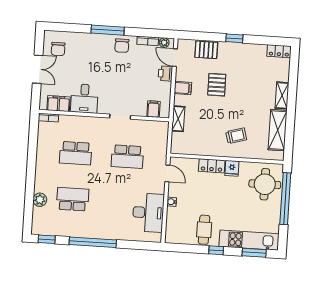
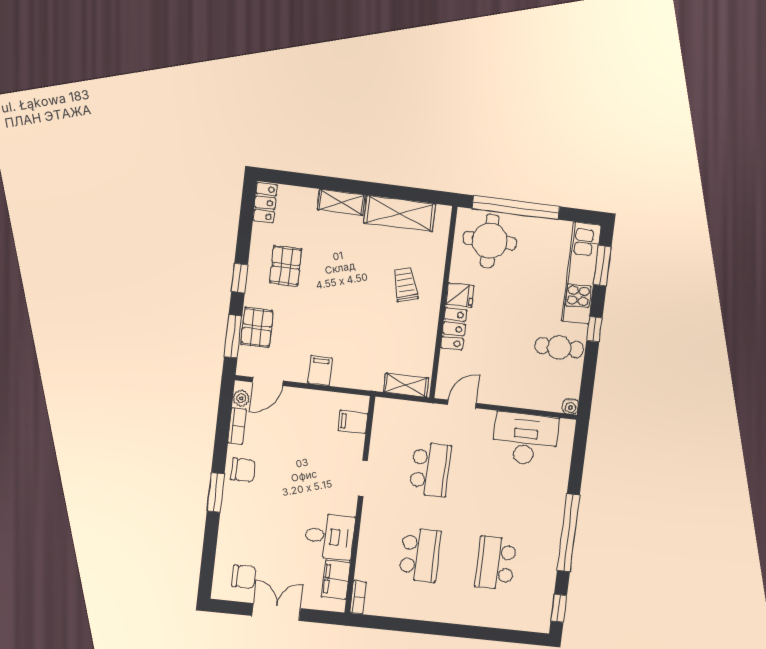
window: (108, 30) -> (216, 493), width x0.69
window: (200, 36) -> (233, 336), added
printer: (165, 73) -> (294, 399), removed
pallet: (217, 85) -> (286, 266), moved, turned 90
shelving: (178, 119) -> (406, 385), moved
plant: (40, 200) -> (493, 617), removed
water cooler: (172, 202) -> (571, 406), moved

